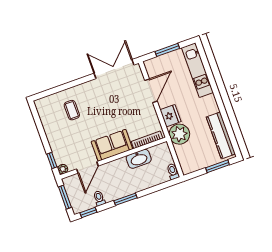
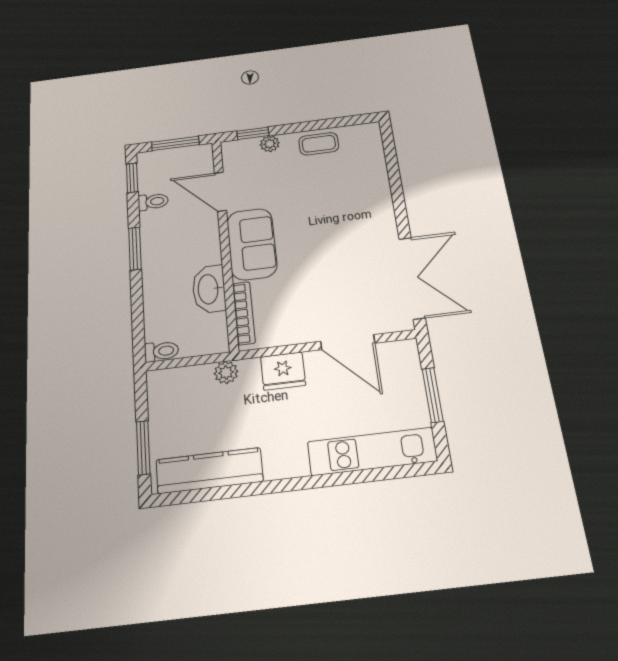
coffee table: (72, 110) -> (319, 144), moved
plant: (179, 134) -> (226, 373), width x0.53, depth x0.53
plant: (63, 169) -> (270, 144), moved

